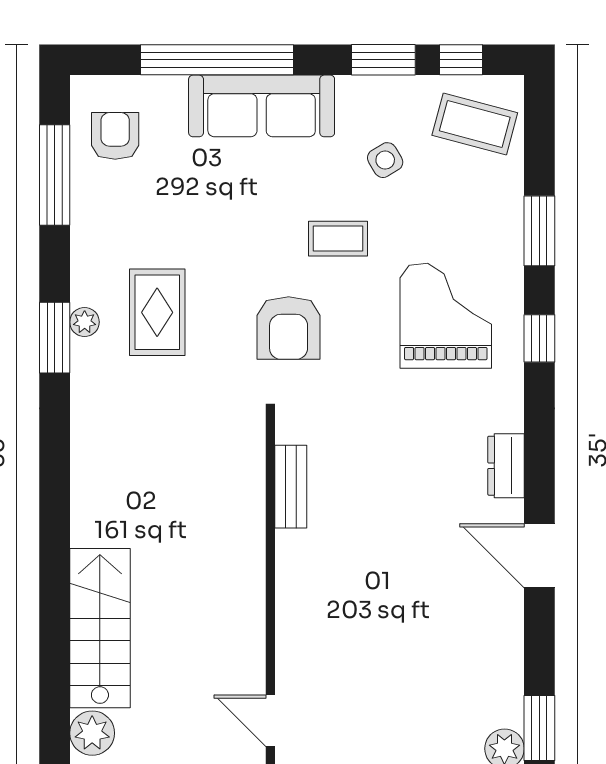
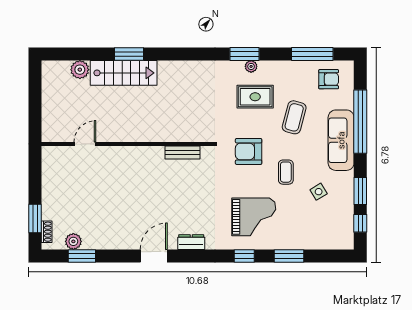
coffee table: (475, 124) -> (294, 117), moved
window: (55, 615) -> (129, 54), added

